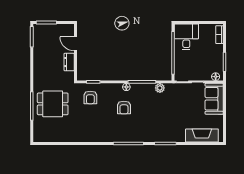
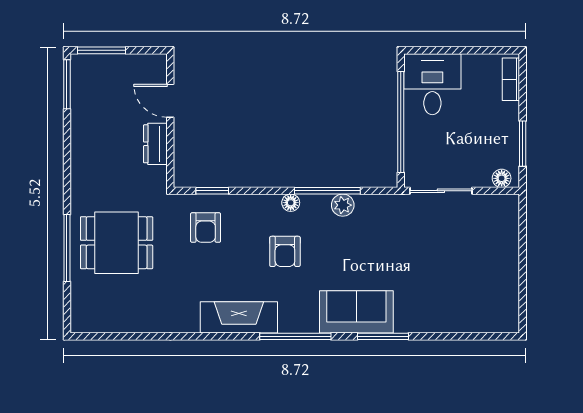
plant: (160, 88) -> (343, 205), moved
sofa: (214, 99) -> (356, 312), moved, turned 90
fireplace: (202, 135) -> (239, 317), moved

